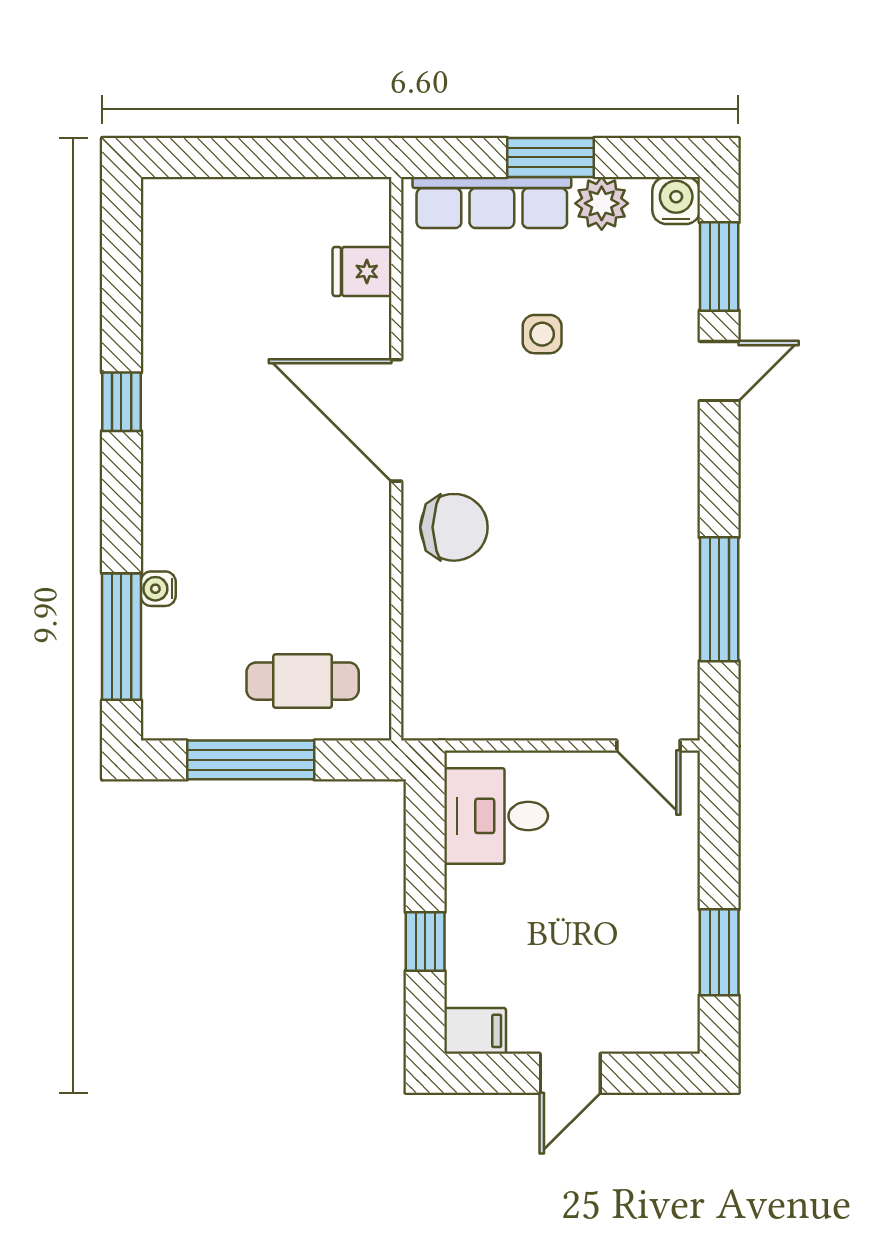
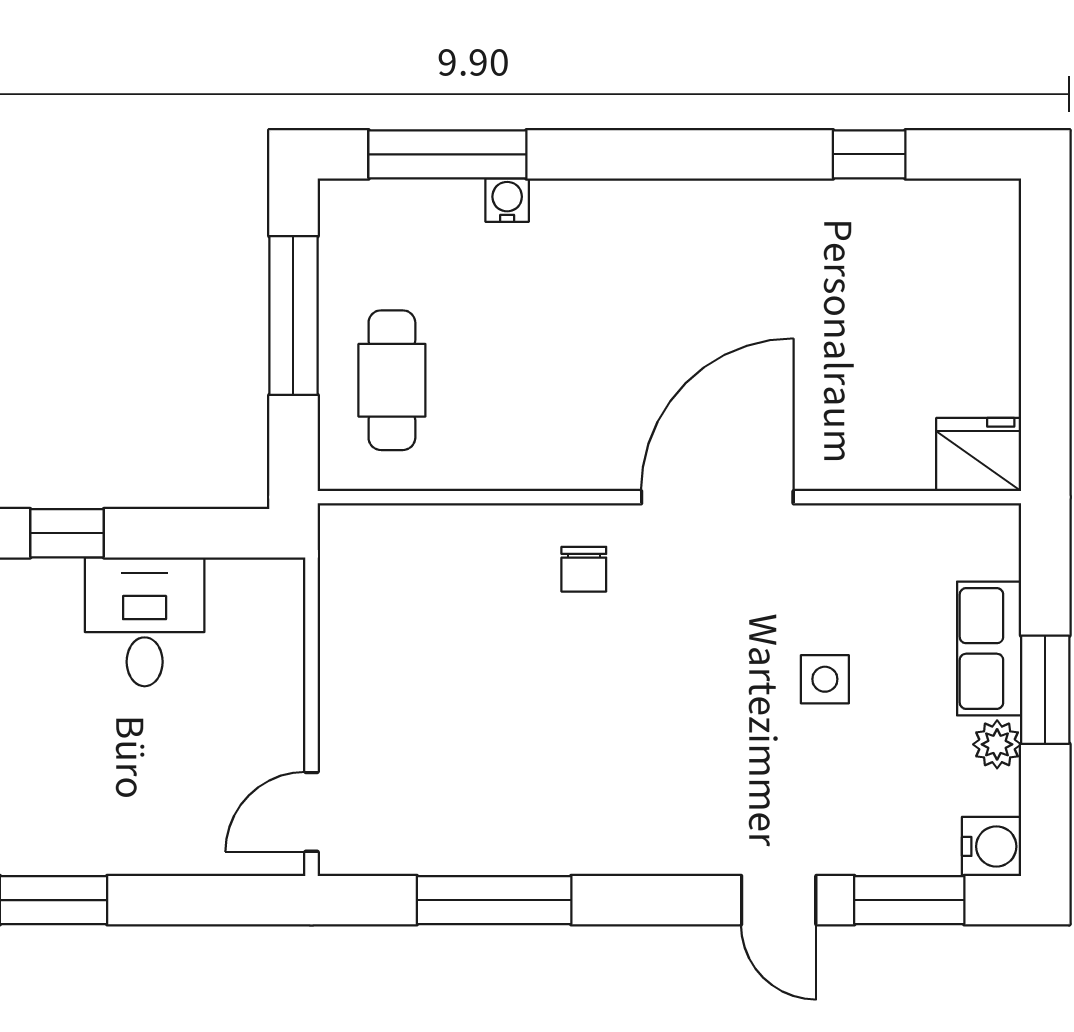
row of seats: (492, 202) -> (989, 648), width x0.68
plant: (602, 203) -> (997, 744), width x0.73, depth x0.73
fridge: (362, 271) -> (979, 455), moved, width x1.38
window: (121, 402) -> (869, 154), moved
chair: (454, 527) -> (584, 569), width x0.54, depth x0.54
desk: (496, 816) -> (145, 622), moved

